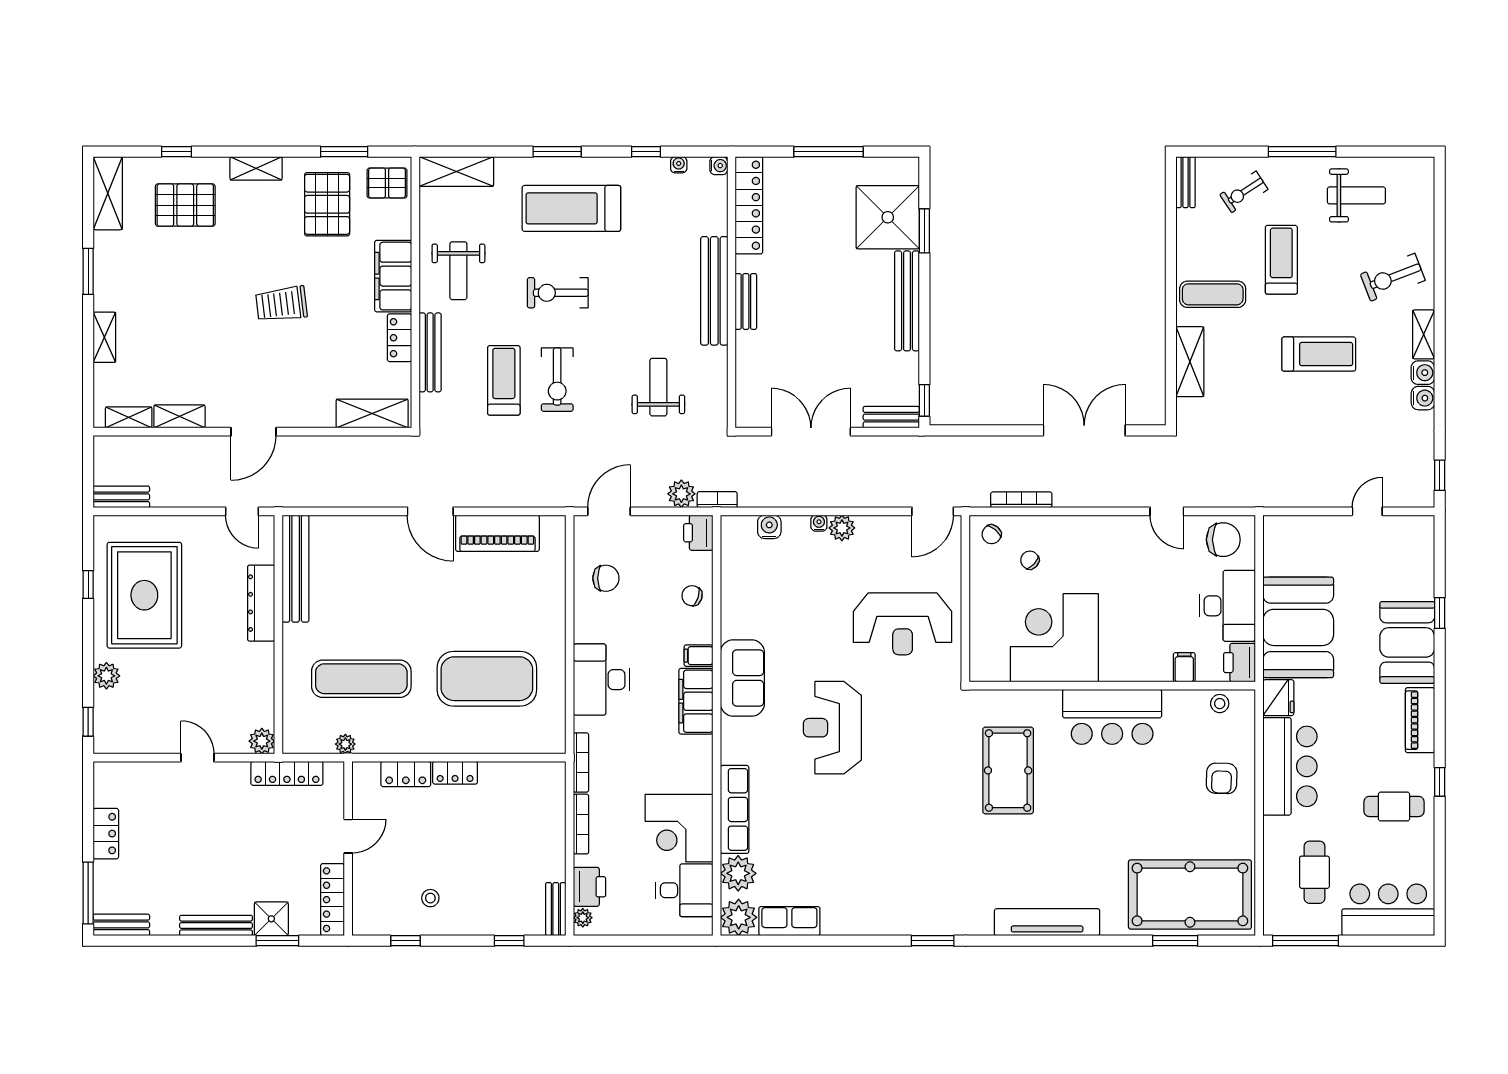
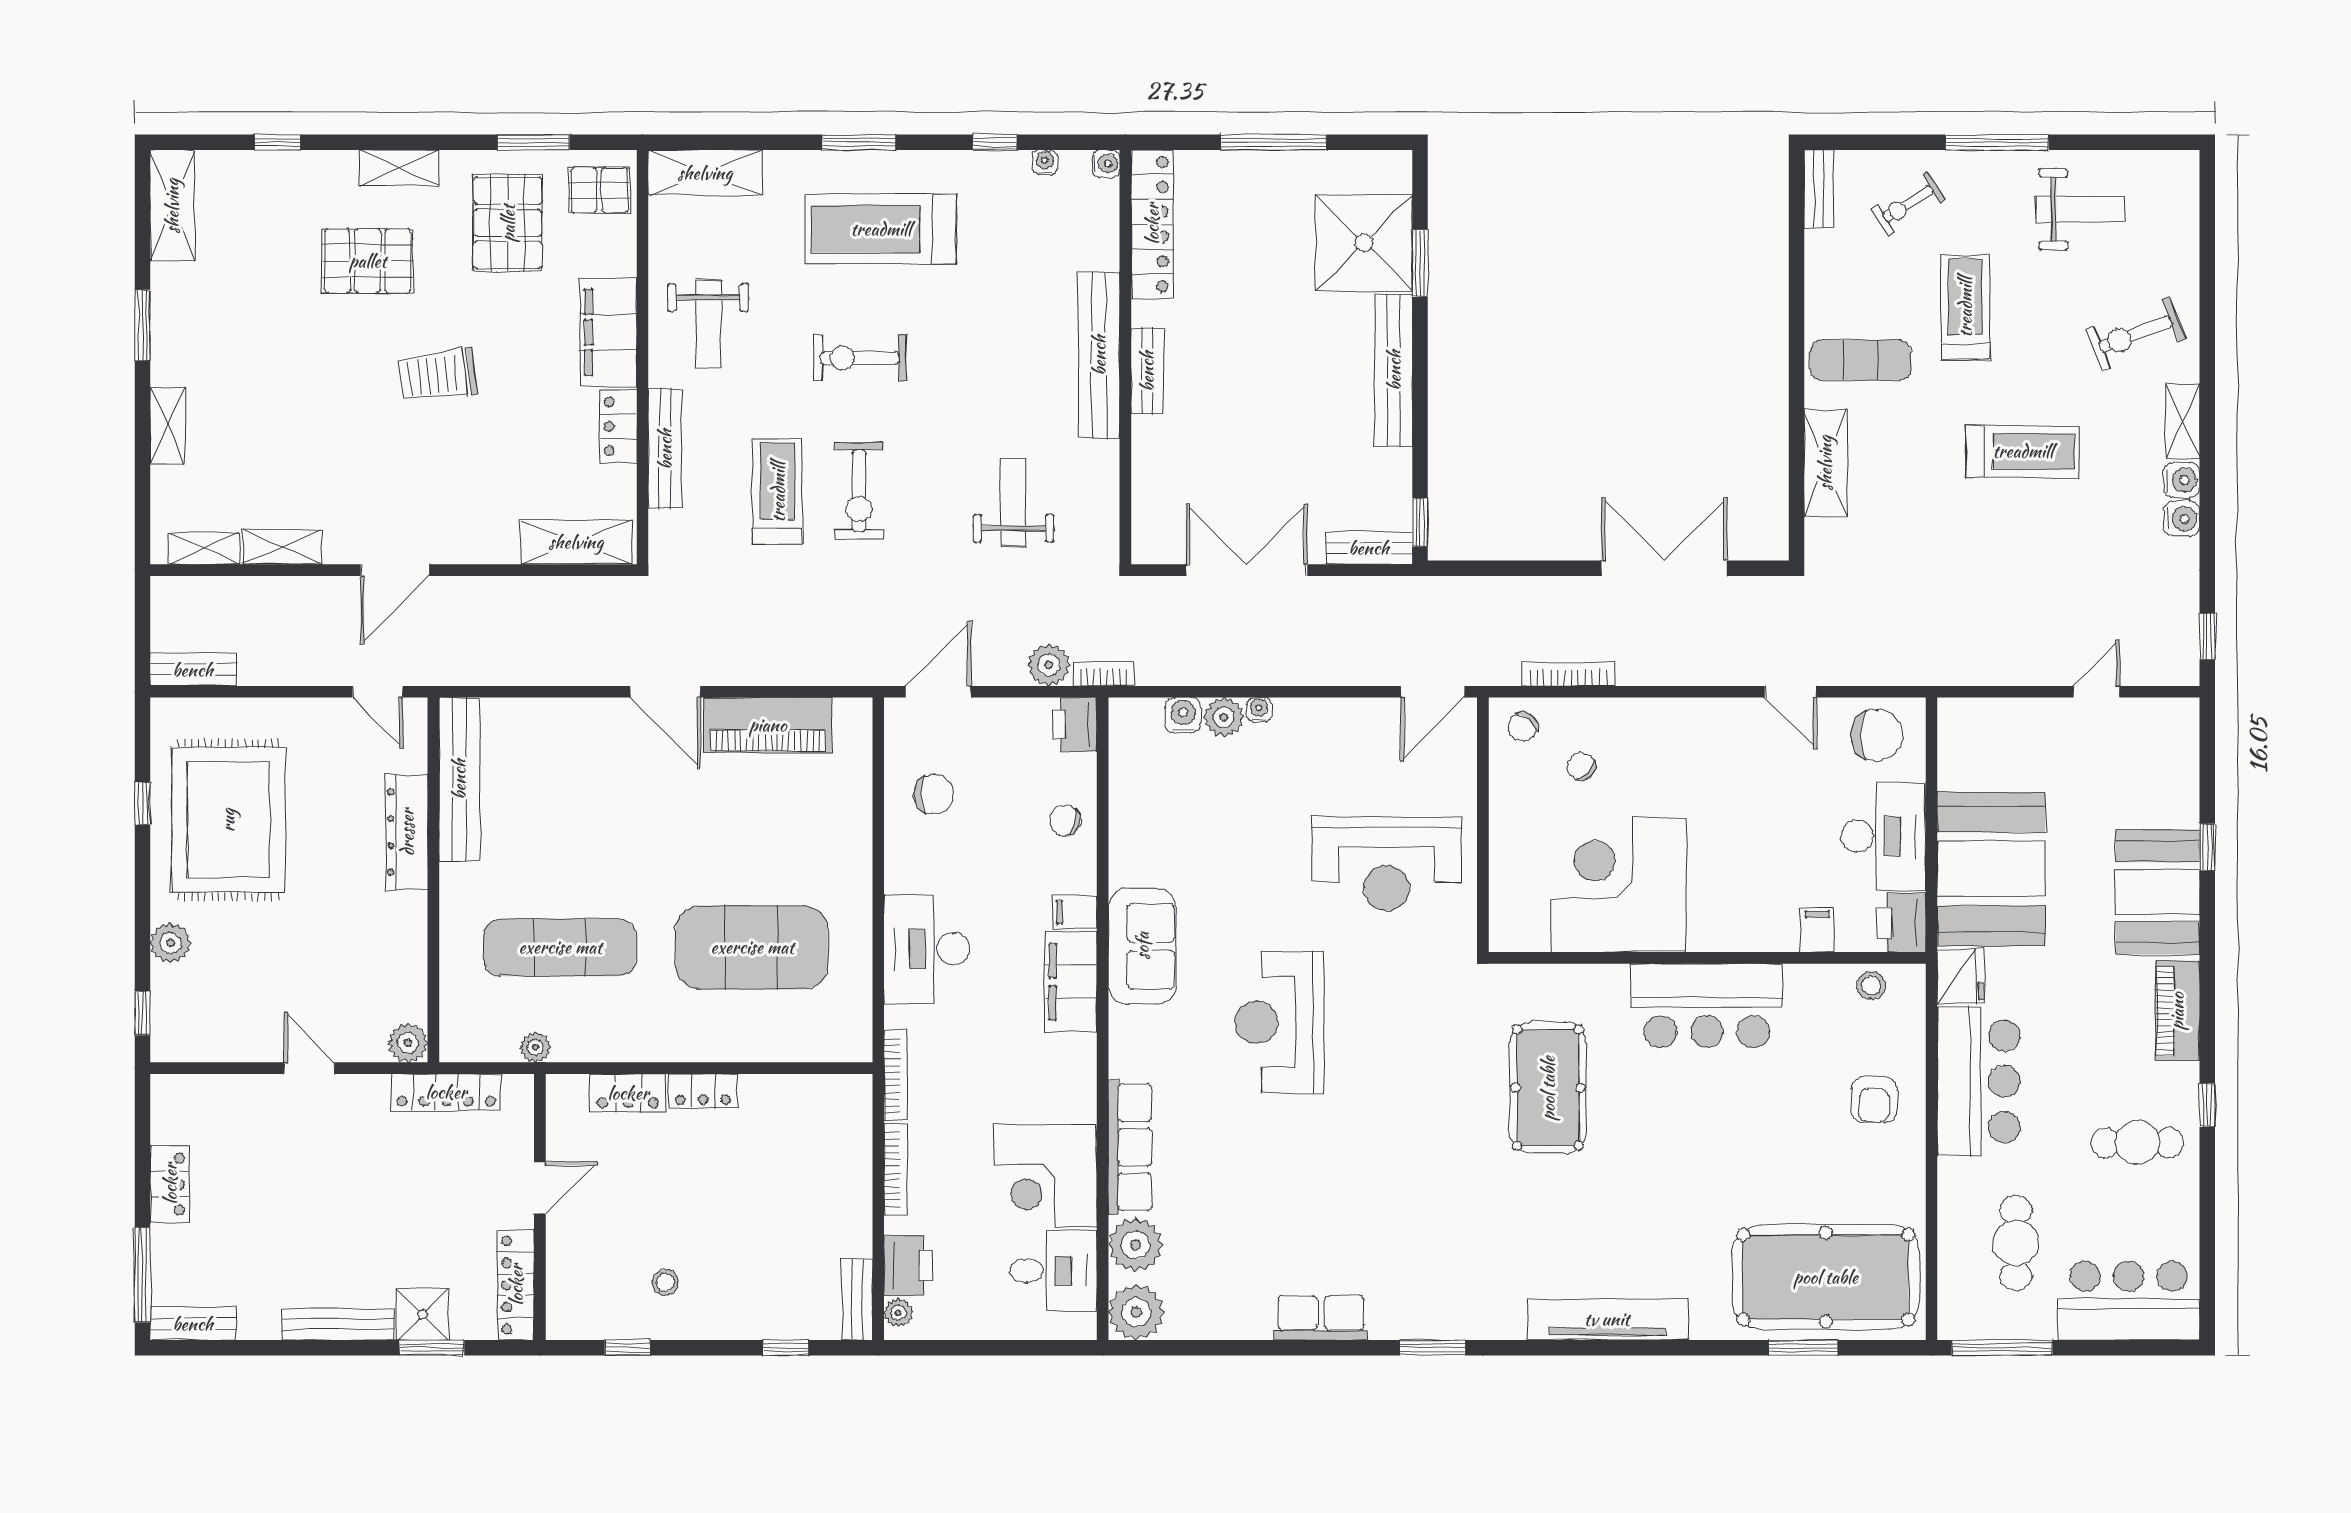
pallet: (185, 205) -> (368, 261), moved
plant: (842, 528) -> (1224, 717), moved
row of seats: (789, 921) -> (1321, 1318), moved

